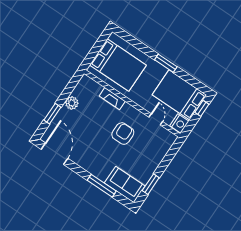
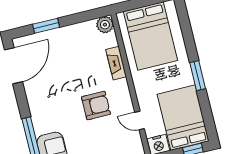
plant: (72, 103) -> (105, 25), moved
door: (156, 119) -> (140, 121), swing flipped

